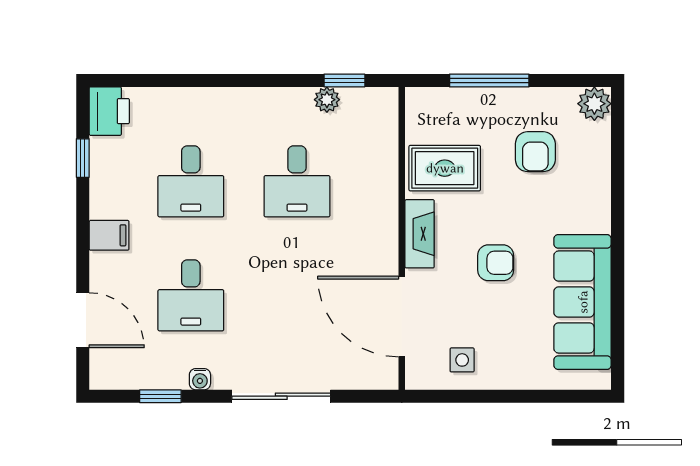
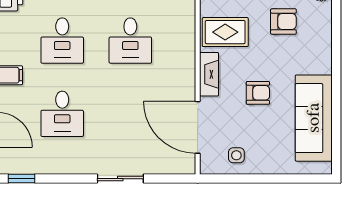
armchair: (535, 152) -> (283, 21), turned -90
water cooler: (200, 379) -> (68, 168), removed
window: (160, 396) -> (21, 179), moved
sliding door: (281, 396) -> (120, 179), width x0.73

